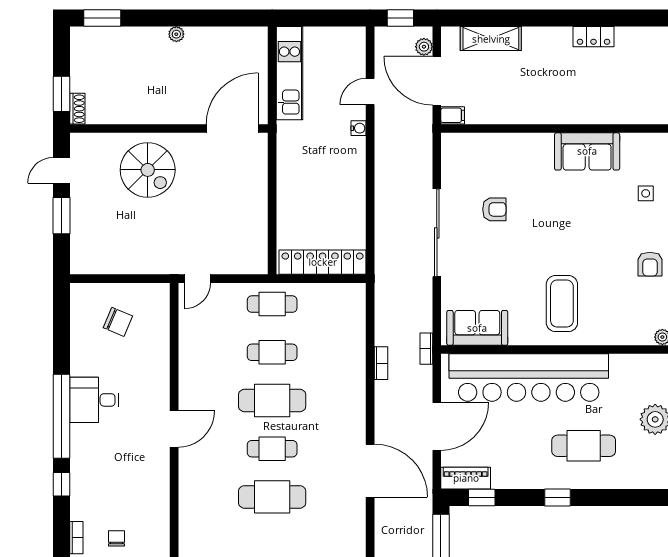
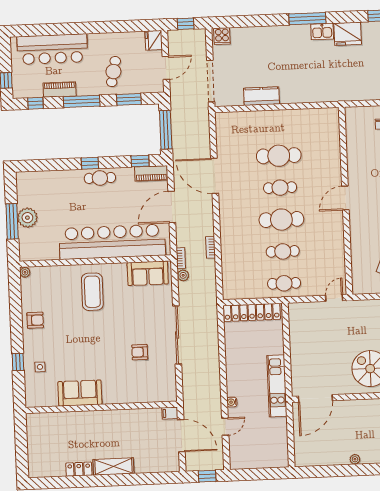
shelving: (491, 39) -> (113, 466), moved
plant: (424, 47) -> (183, 275), moved
kitchen unit: (289, 73) -> (277, 386), moved
armchair: (650, 264) -> (35, 320), turned 90
cafe table: (584, 446) -> (100, 178), moved, width x0.73, depth x0.74

